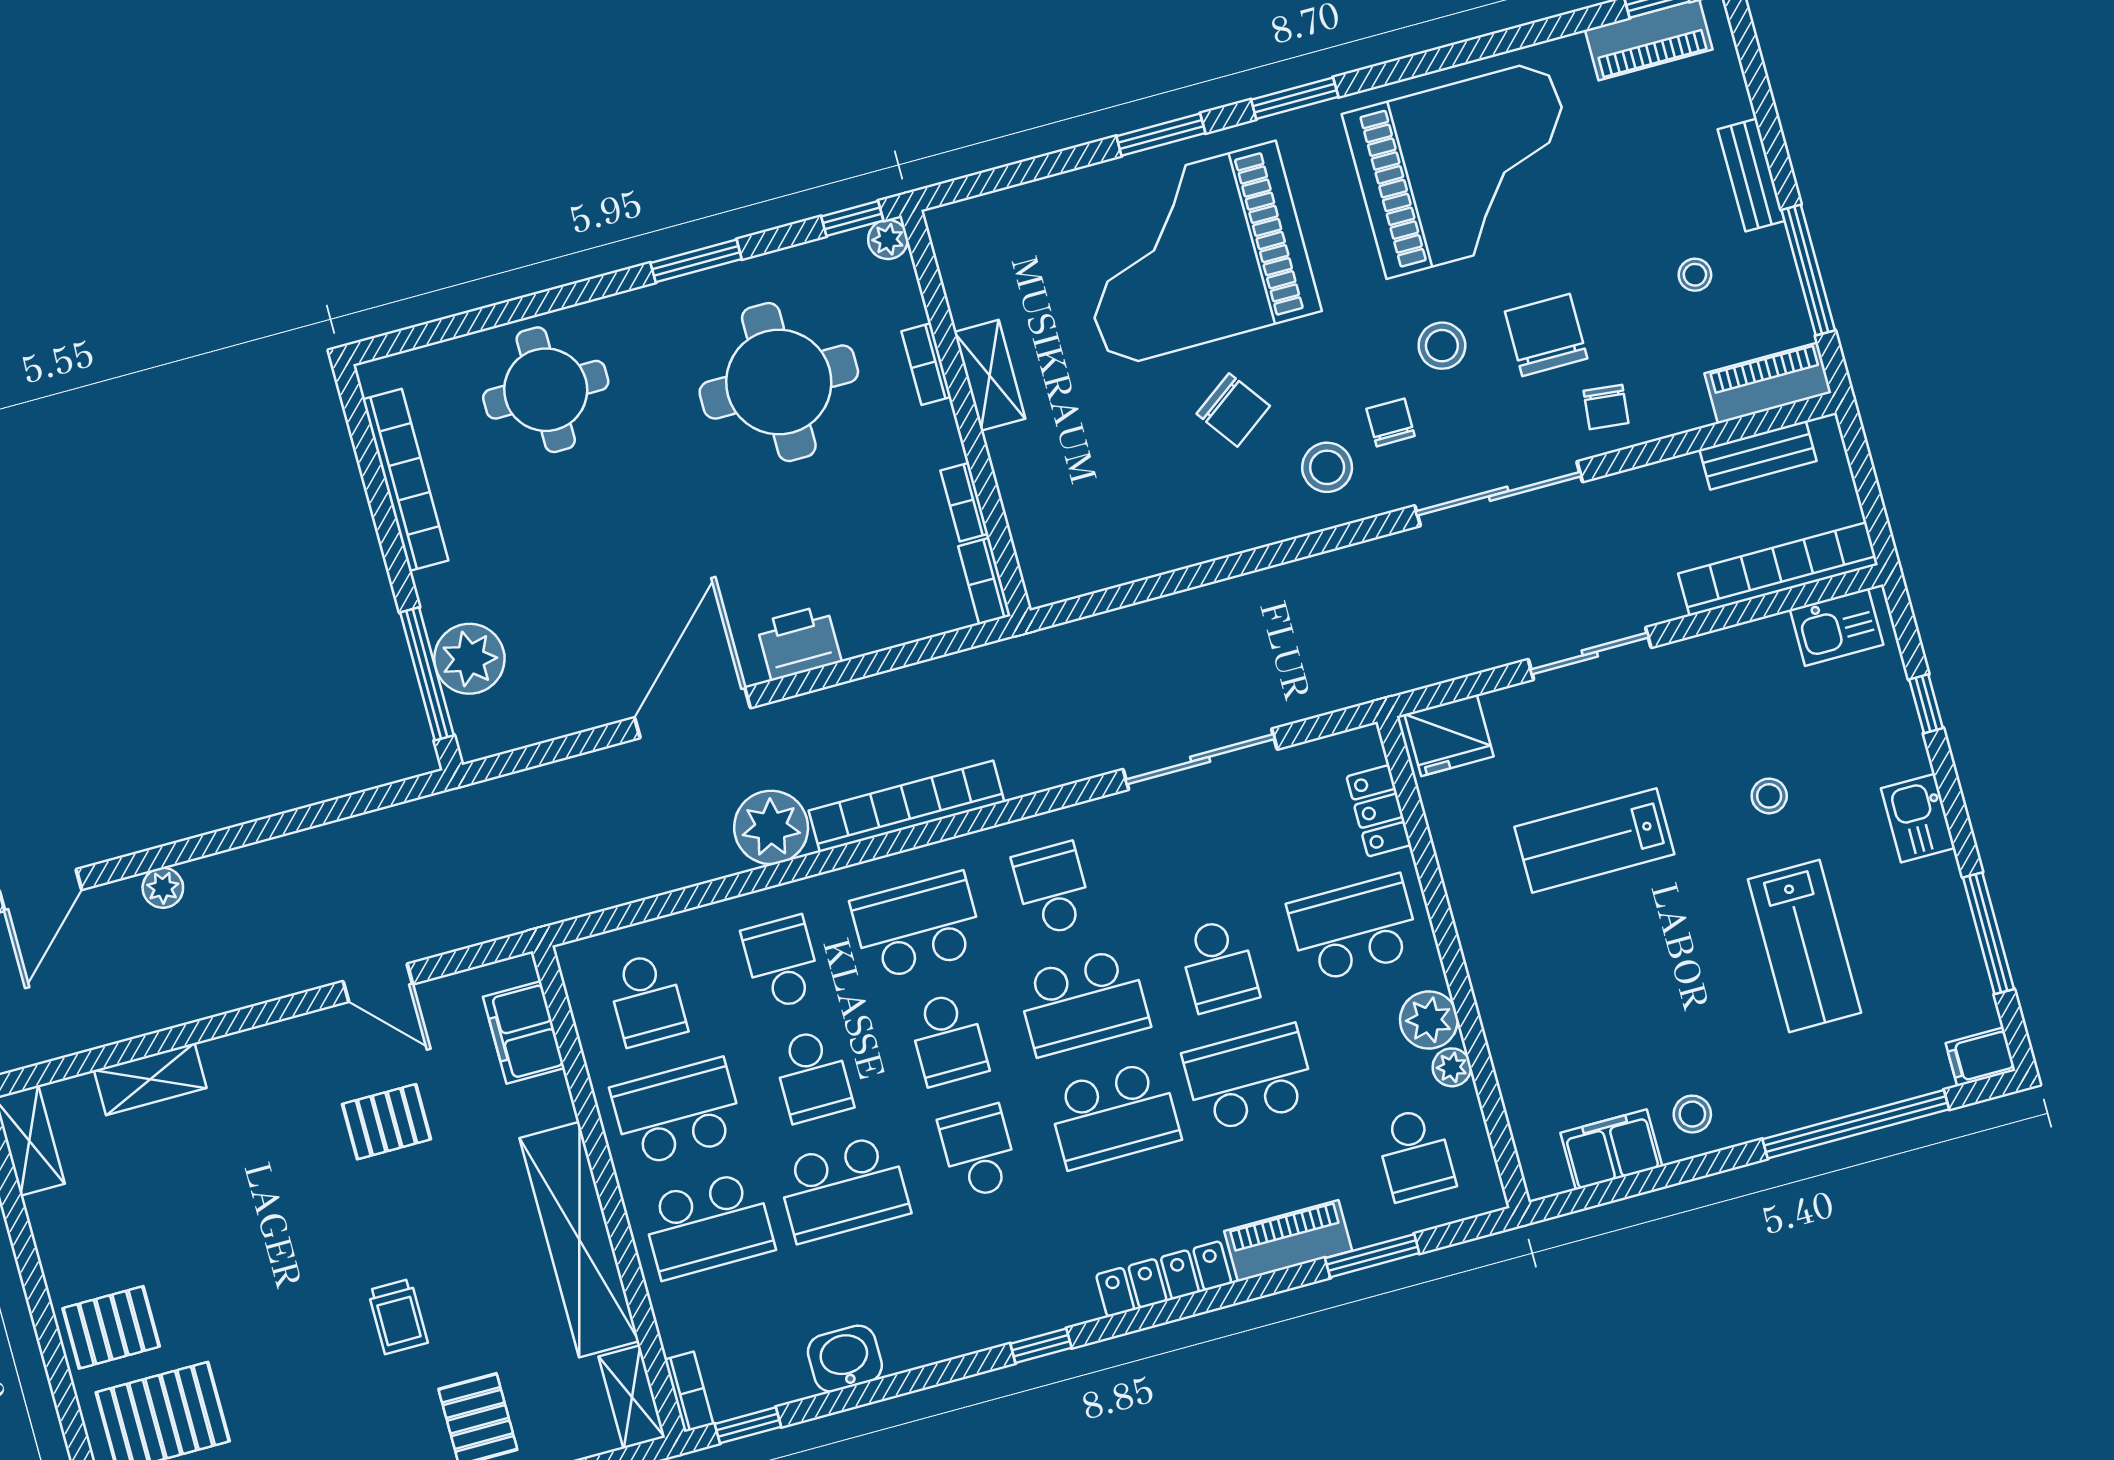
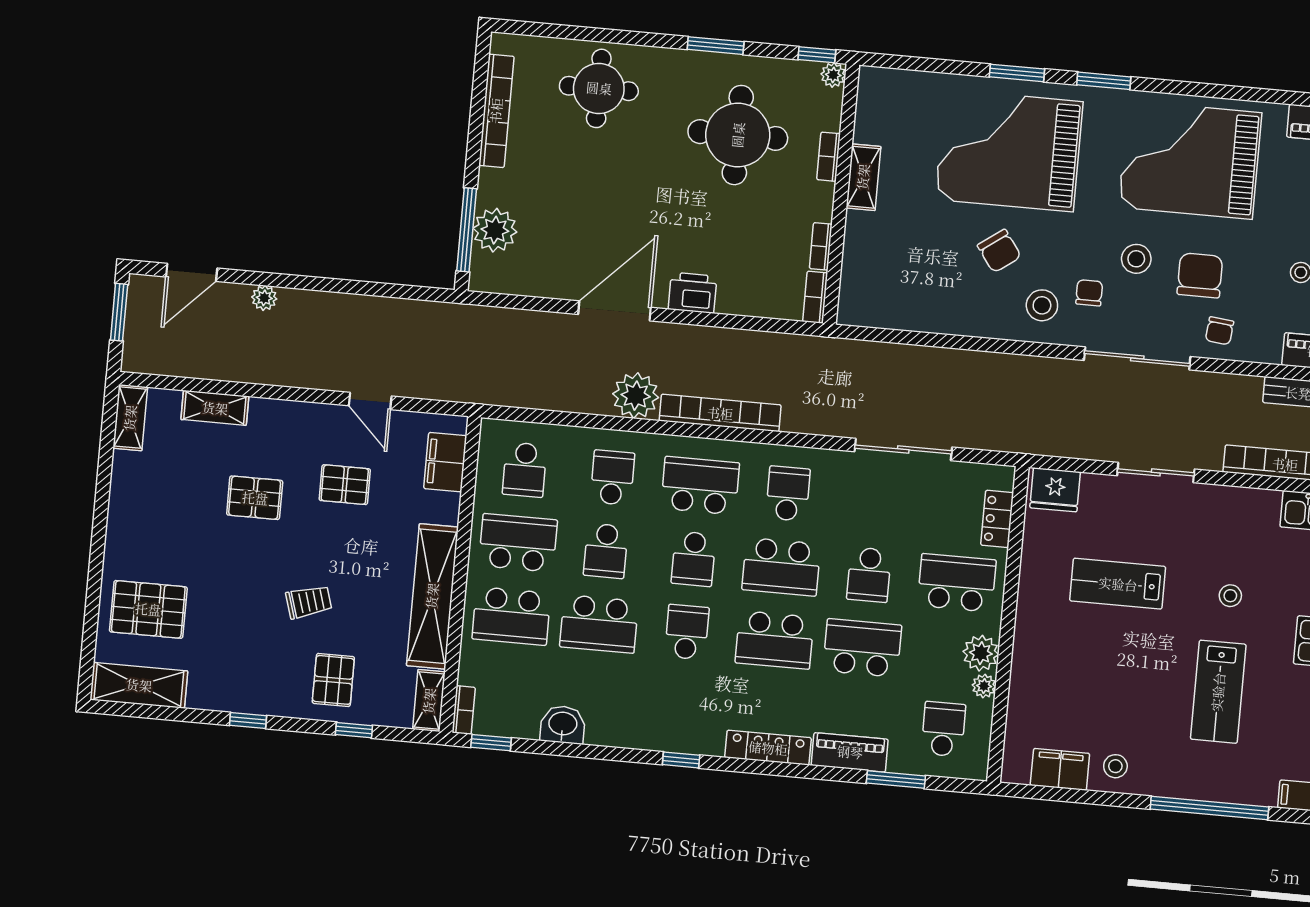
grand piano: (1467, 168) -> (1190, 160), turned 180
school desk: (1415, 1154) -> (943, 729), turned 180
trolley: (398, 1316) -> (309, 602), turned -107
pallet: (111, 1327) -> (255, 498), moved

